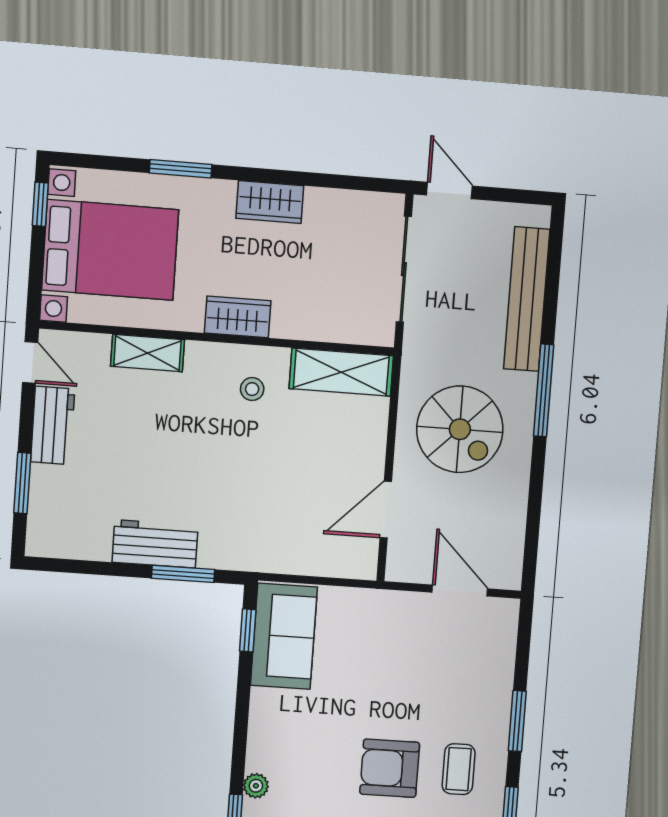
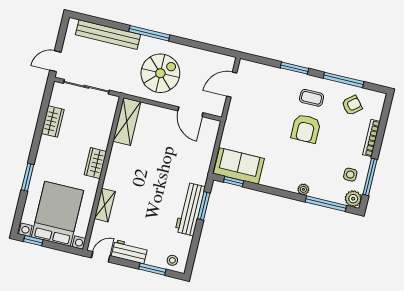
wardrobe: (270, 202) -> (53, 121), moved
stool: (252, 389) -> (172, 260), moved
workbench: (155, 544) -> (190, 209), width x1.37

